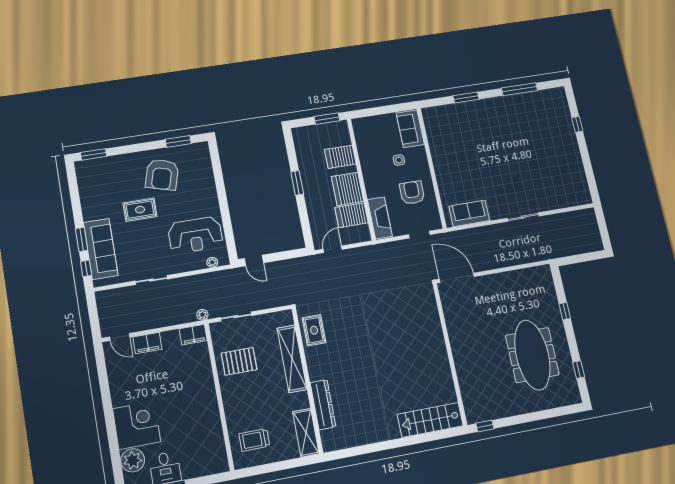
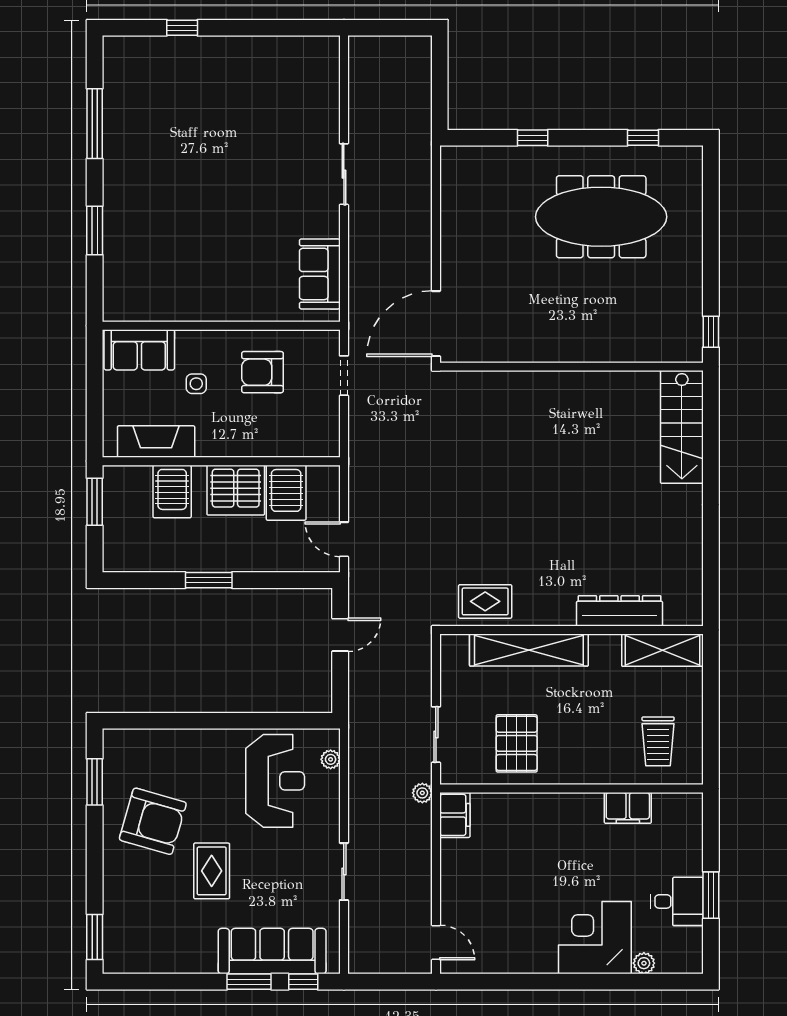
fireplace: (380, 218) -> (156, 442), moved
door: (254, 261) -> (340, 635), moved
door: (120, 337) -> (436, 943), hinge flipped
filing cabinet: (147, 343) -> (628, 808), moved, turned 90
plant: (133, 460) -> (644, 963), width x0.53, depth x0.53

